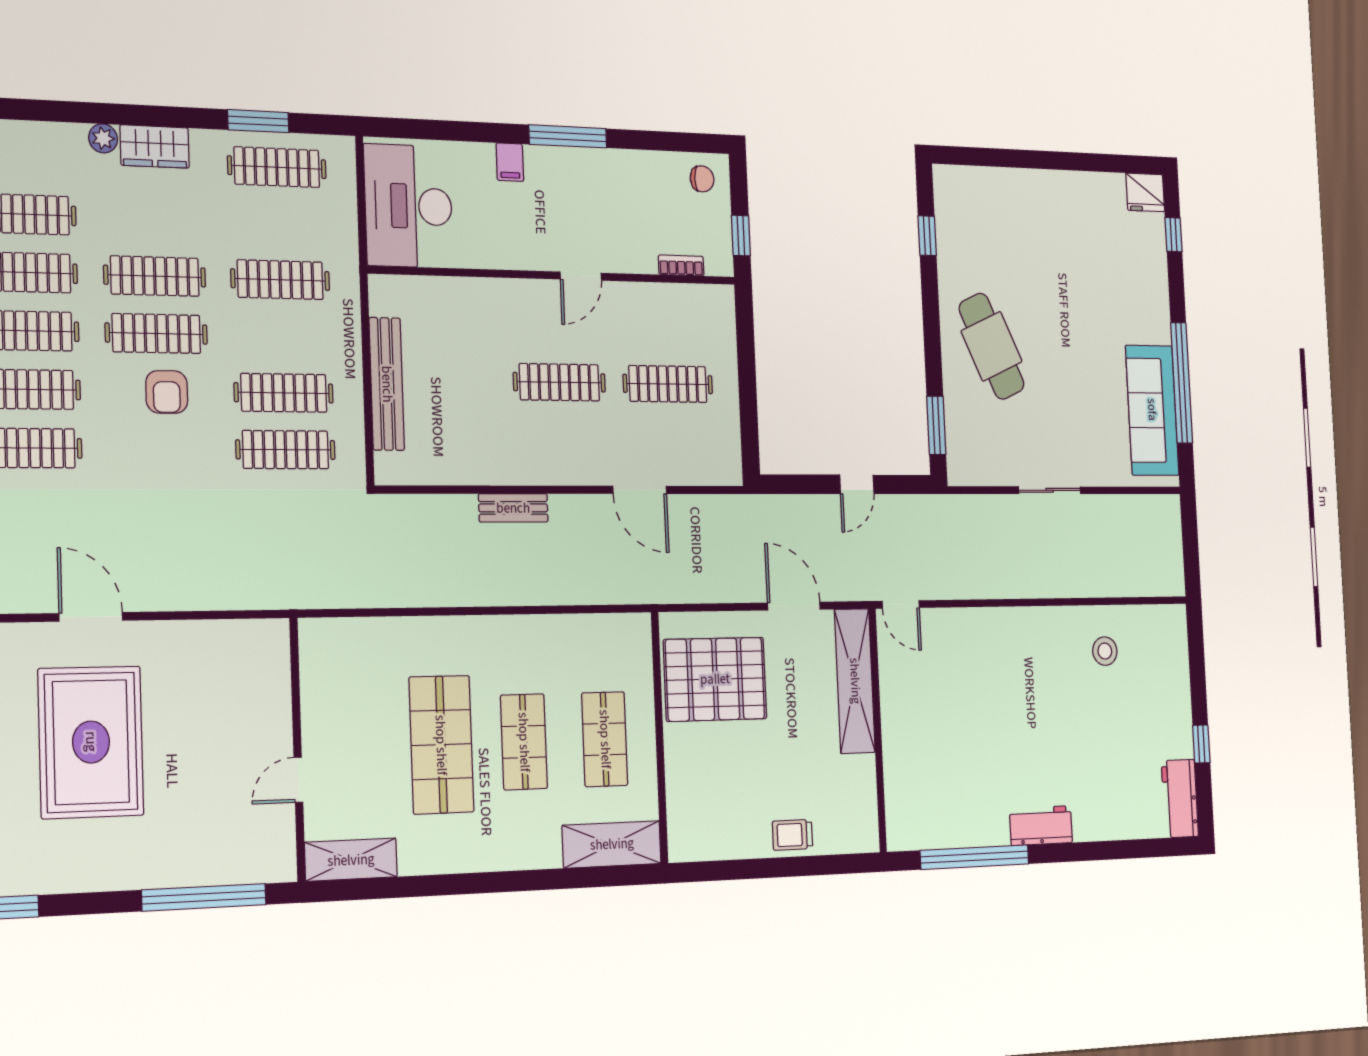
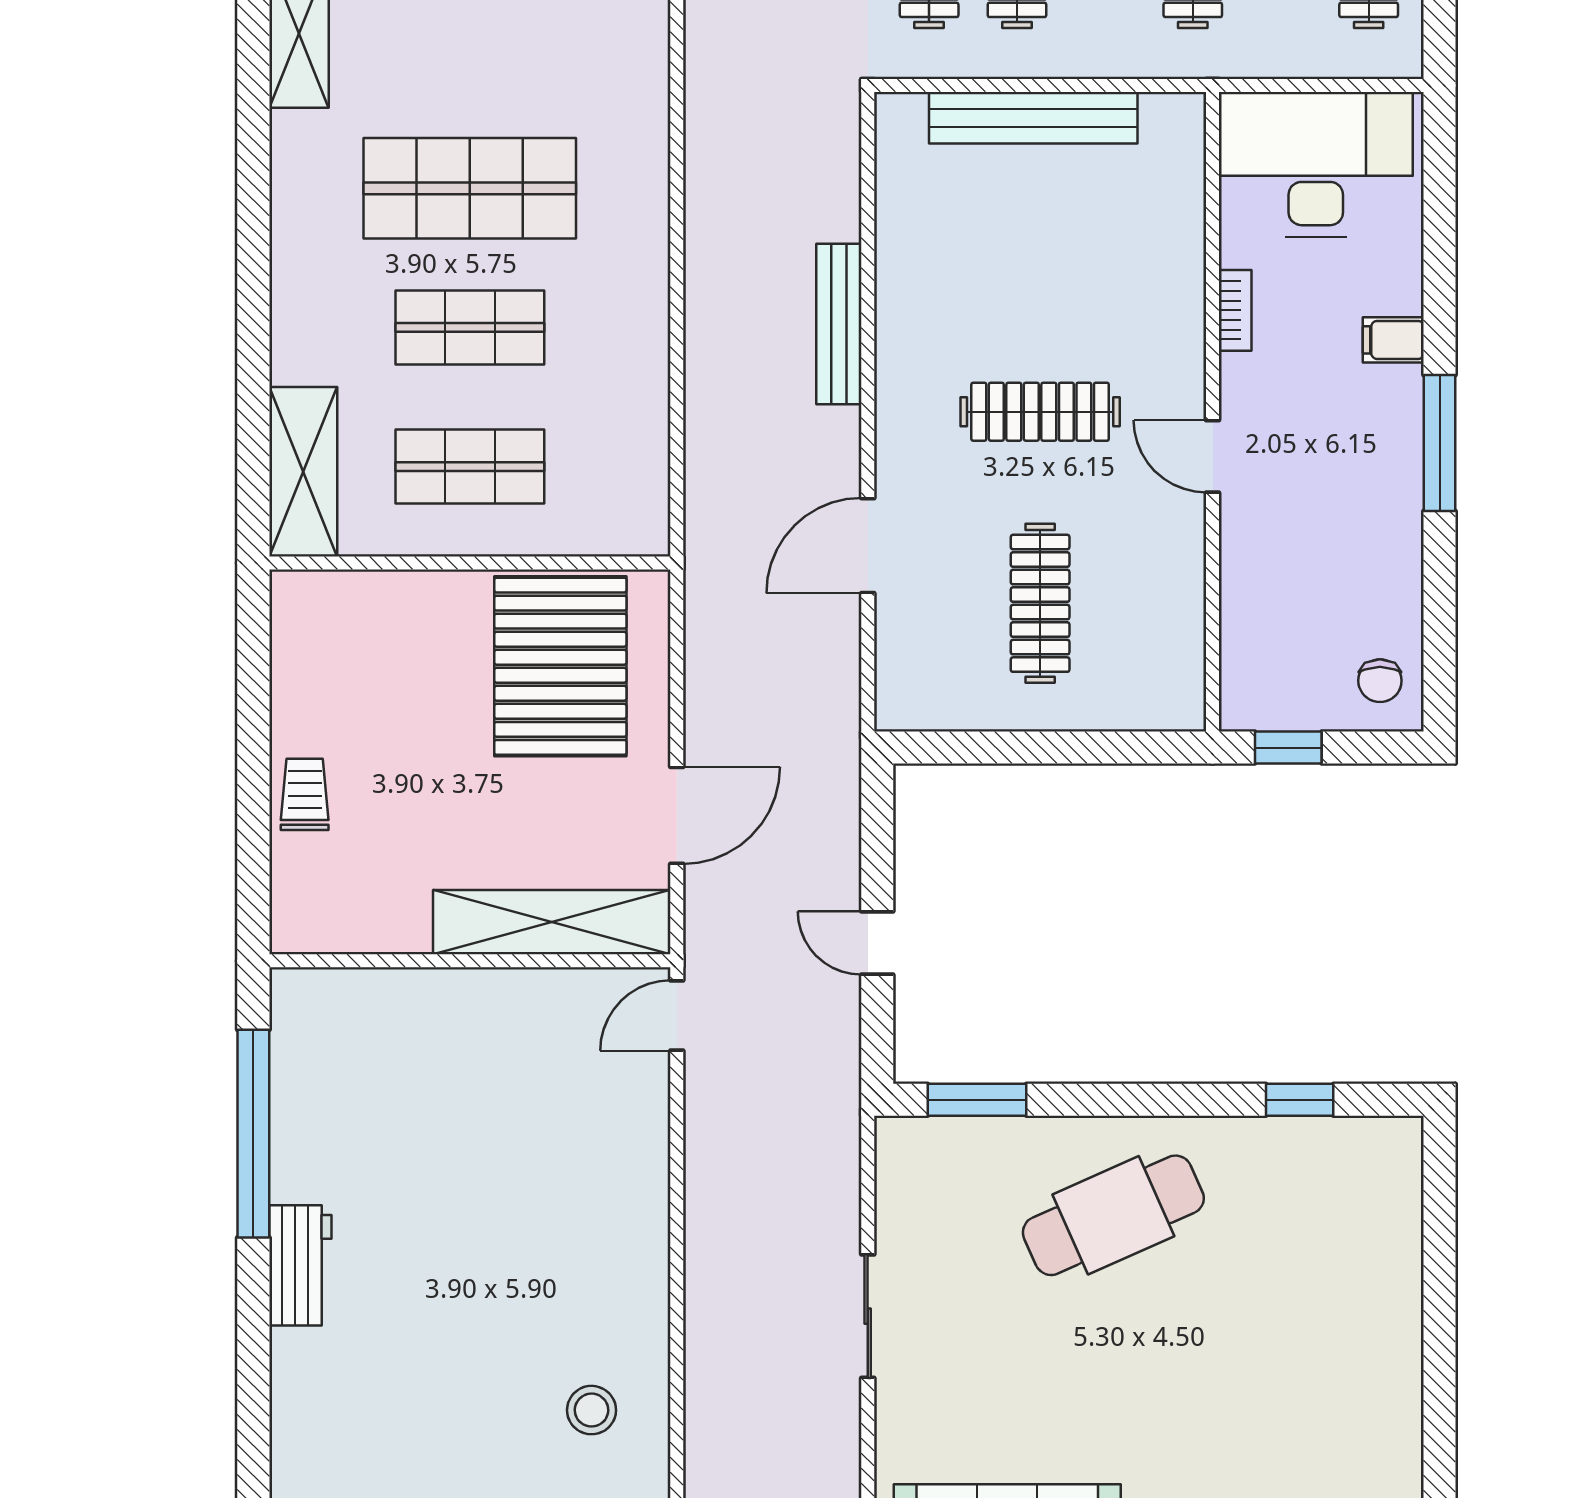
bookcase: (681, 265) -> (1235, 310), moved
clothes rail: (559, 382) -> (1040, 412), turned 90
bench: (513, 508) -> (839, 324), width x1.36

